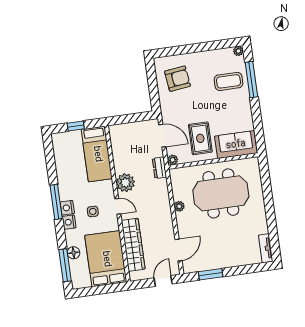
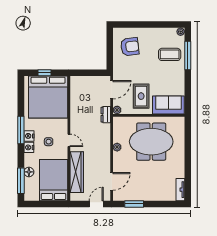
door: (162, 136) -> (112, 90), hinge flipped
bed: (97, 154) -> (48, 97), width x2.04
plant: (125, 183) -> (77, 123), removed

